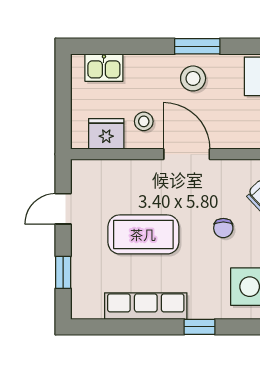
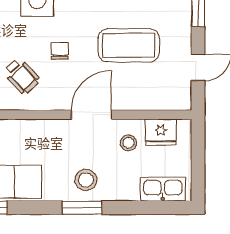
kitchen sink: (104, 68) -> (163, 189), width x1.38
door: (187, 154) -> (91, 115), swing flipped

